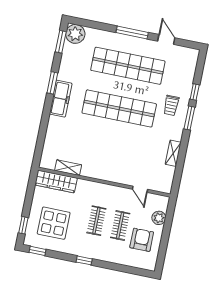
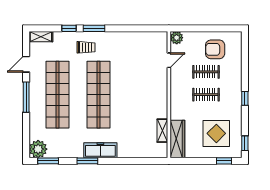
shelving: (173, 153) -> (41, 37), moved
plant: (159, 218) -> (177, 38), moved

